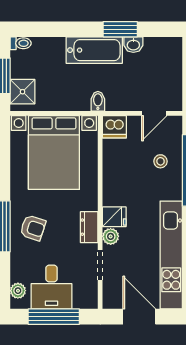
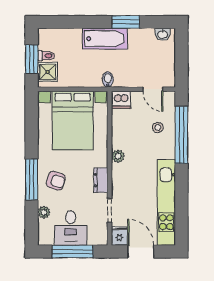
toilet: (21, 43) -> (46, 56), moved
washbasin: (133, 45) -> (163, 34), moved
door: (154, 113) -> (153, 89), hinge flipped
fridge: (114, 217) -> (119, 236), moved, turned -90
plant: (111, 236) -> (118, 156), moved
plant: (18, 291) -> (44, 212), moved

